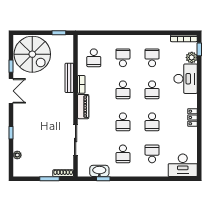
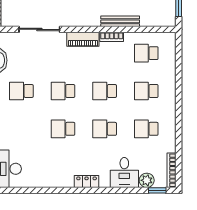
school desk: (123, 58) -> (146, 91), turned 180
school desk: (152, 58) -> (146, 129), turned 180
desk: (186, 79) -> (124, 173), width x0.73
locker: (193, 117) -> (87, 181), moved
school desk: (152, 154) -> (21, 129), removed

